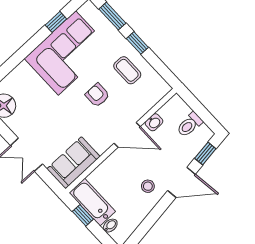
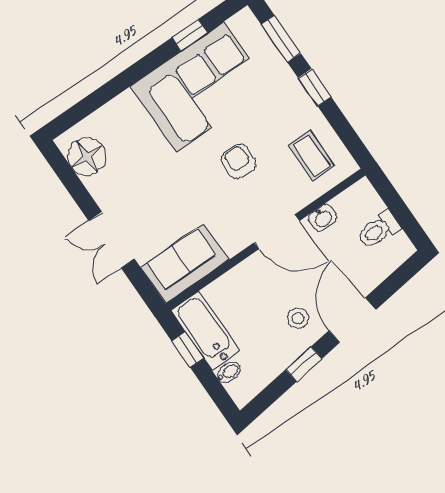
coffee table: (127, 70) -> (311, 156), moved
window: (205, 154) -> (304, 364), moved
door: (181, 182) -> (352, 320), swing flipped

